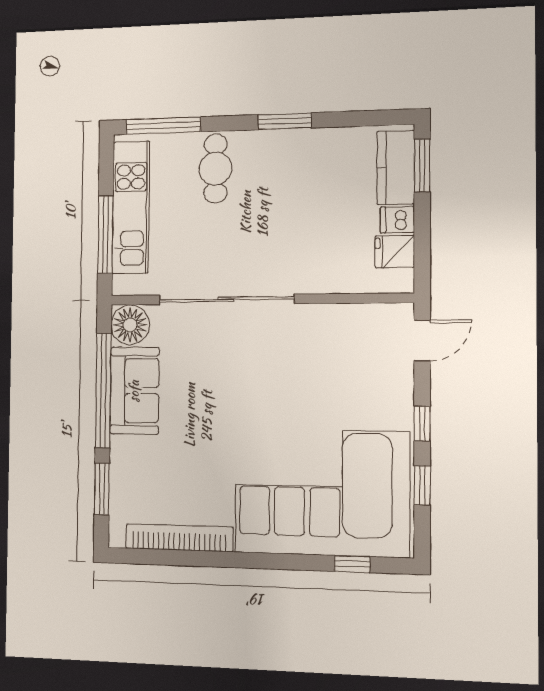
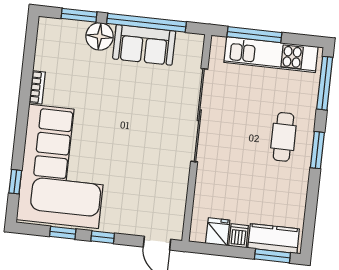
window: (285, 121) -> (317, 150), moved
cafe table: (215, 169) -> (283, 137), moved, turned 90
floor lamp: (130, 325) -> (100, 36), moved
bookcase: (179, 538) -> (37, 87), width x0.43, depth x0.76

